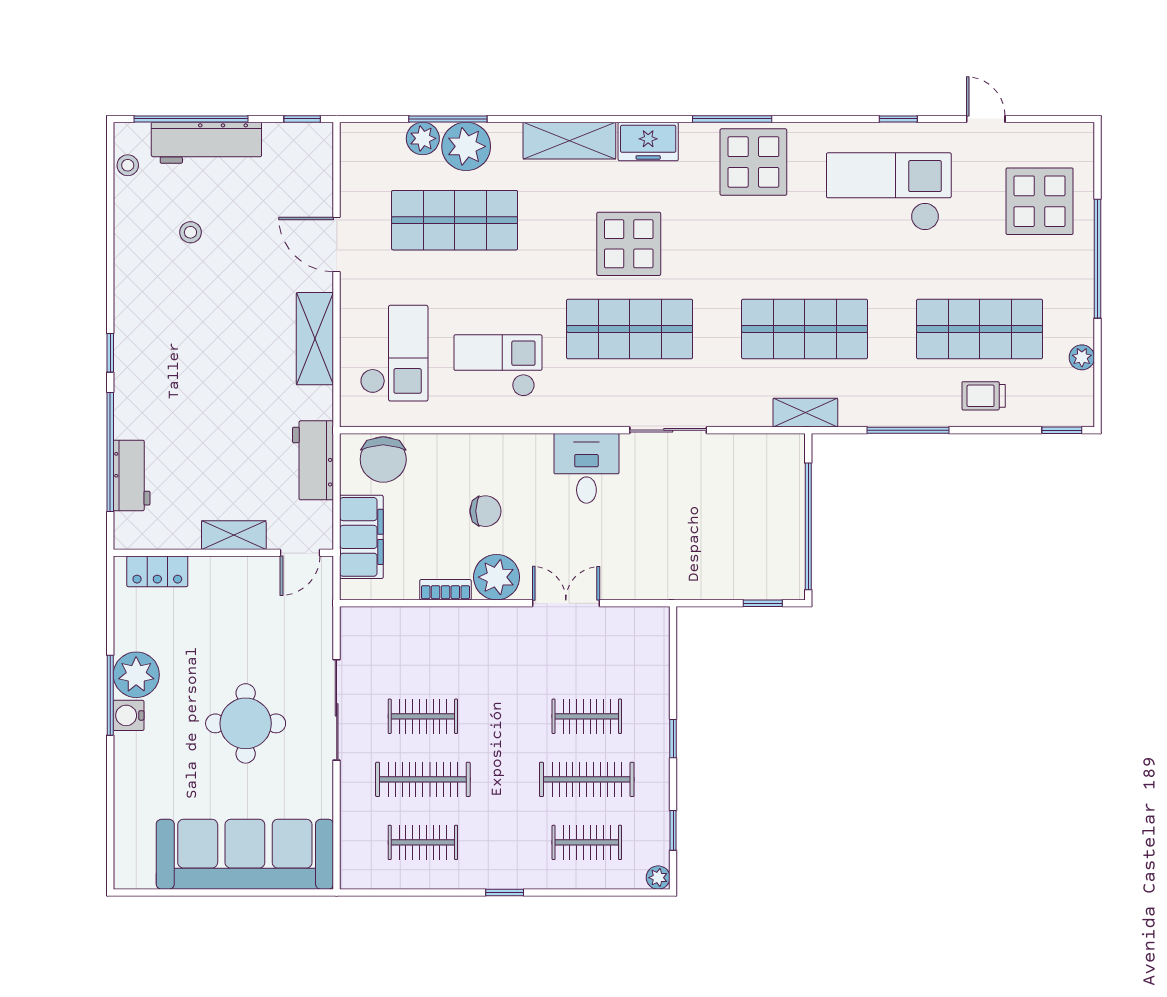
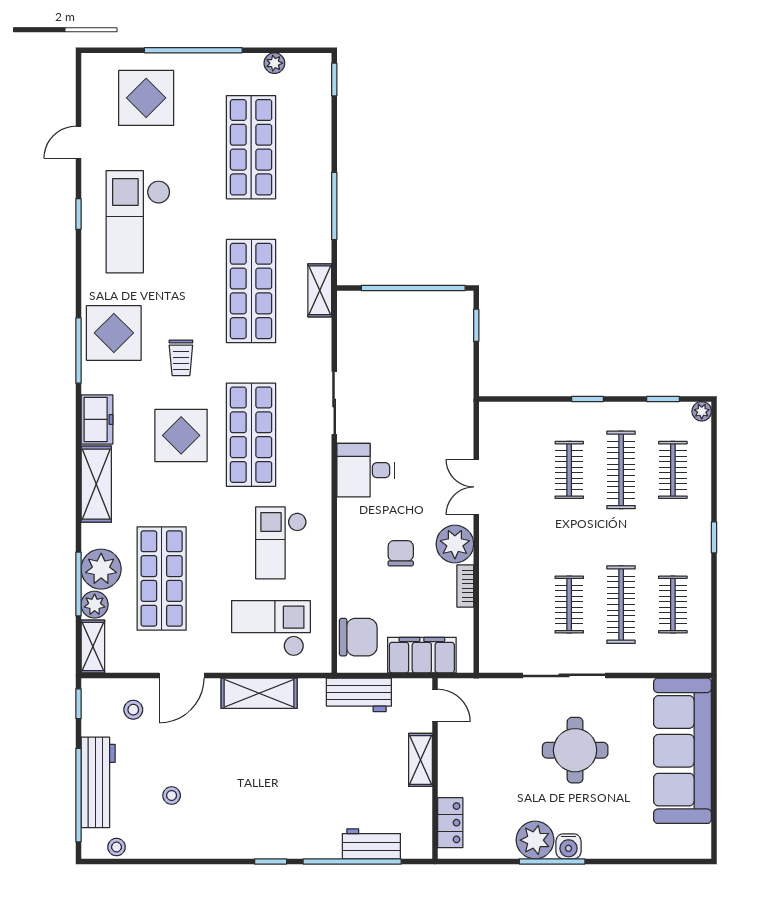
shelving: (372, 136) -> (93, 647), added
stool: (295, 186) -> (133, 710), added
trolley: (984, 396) -> (181, 358), moved

